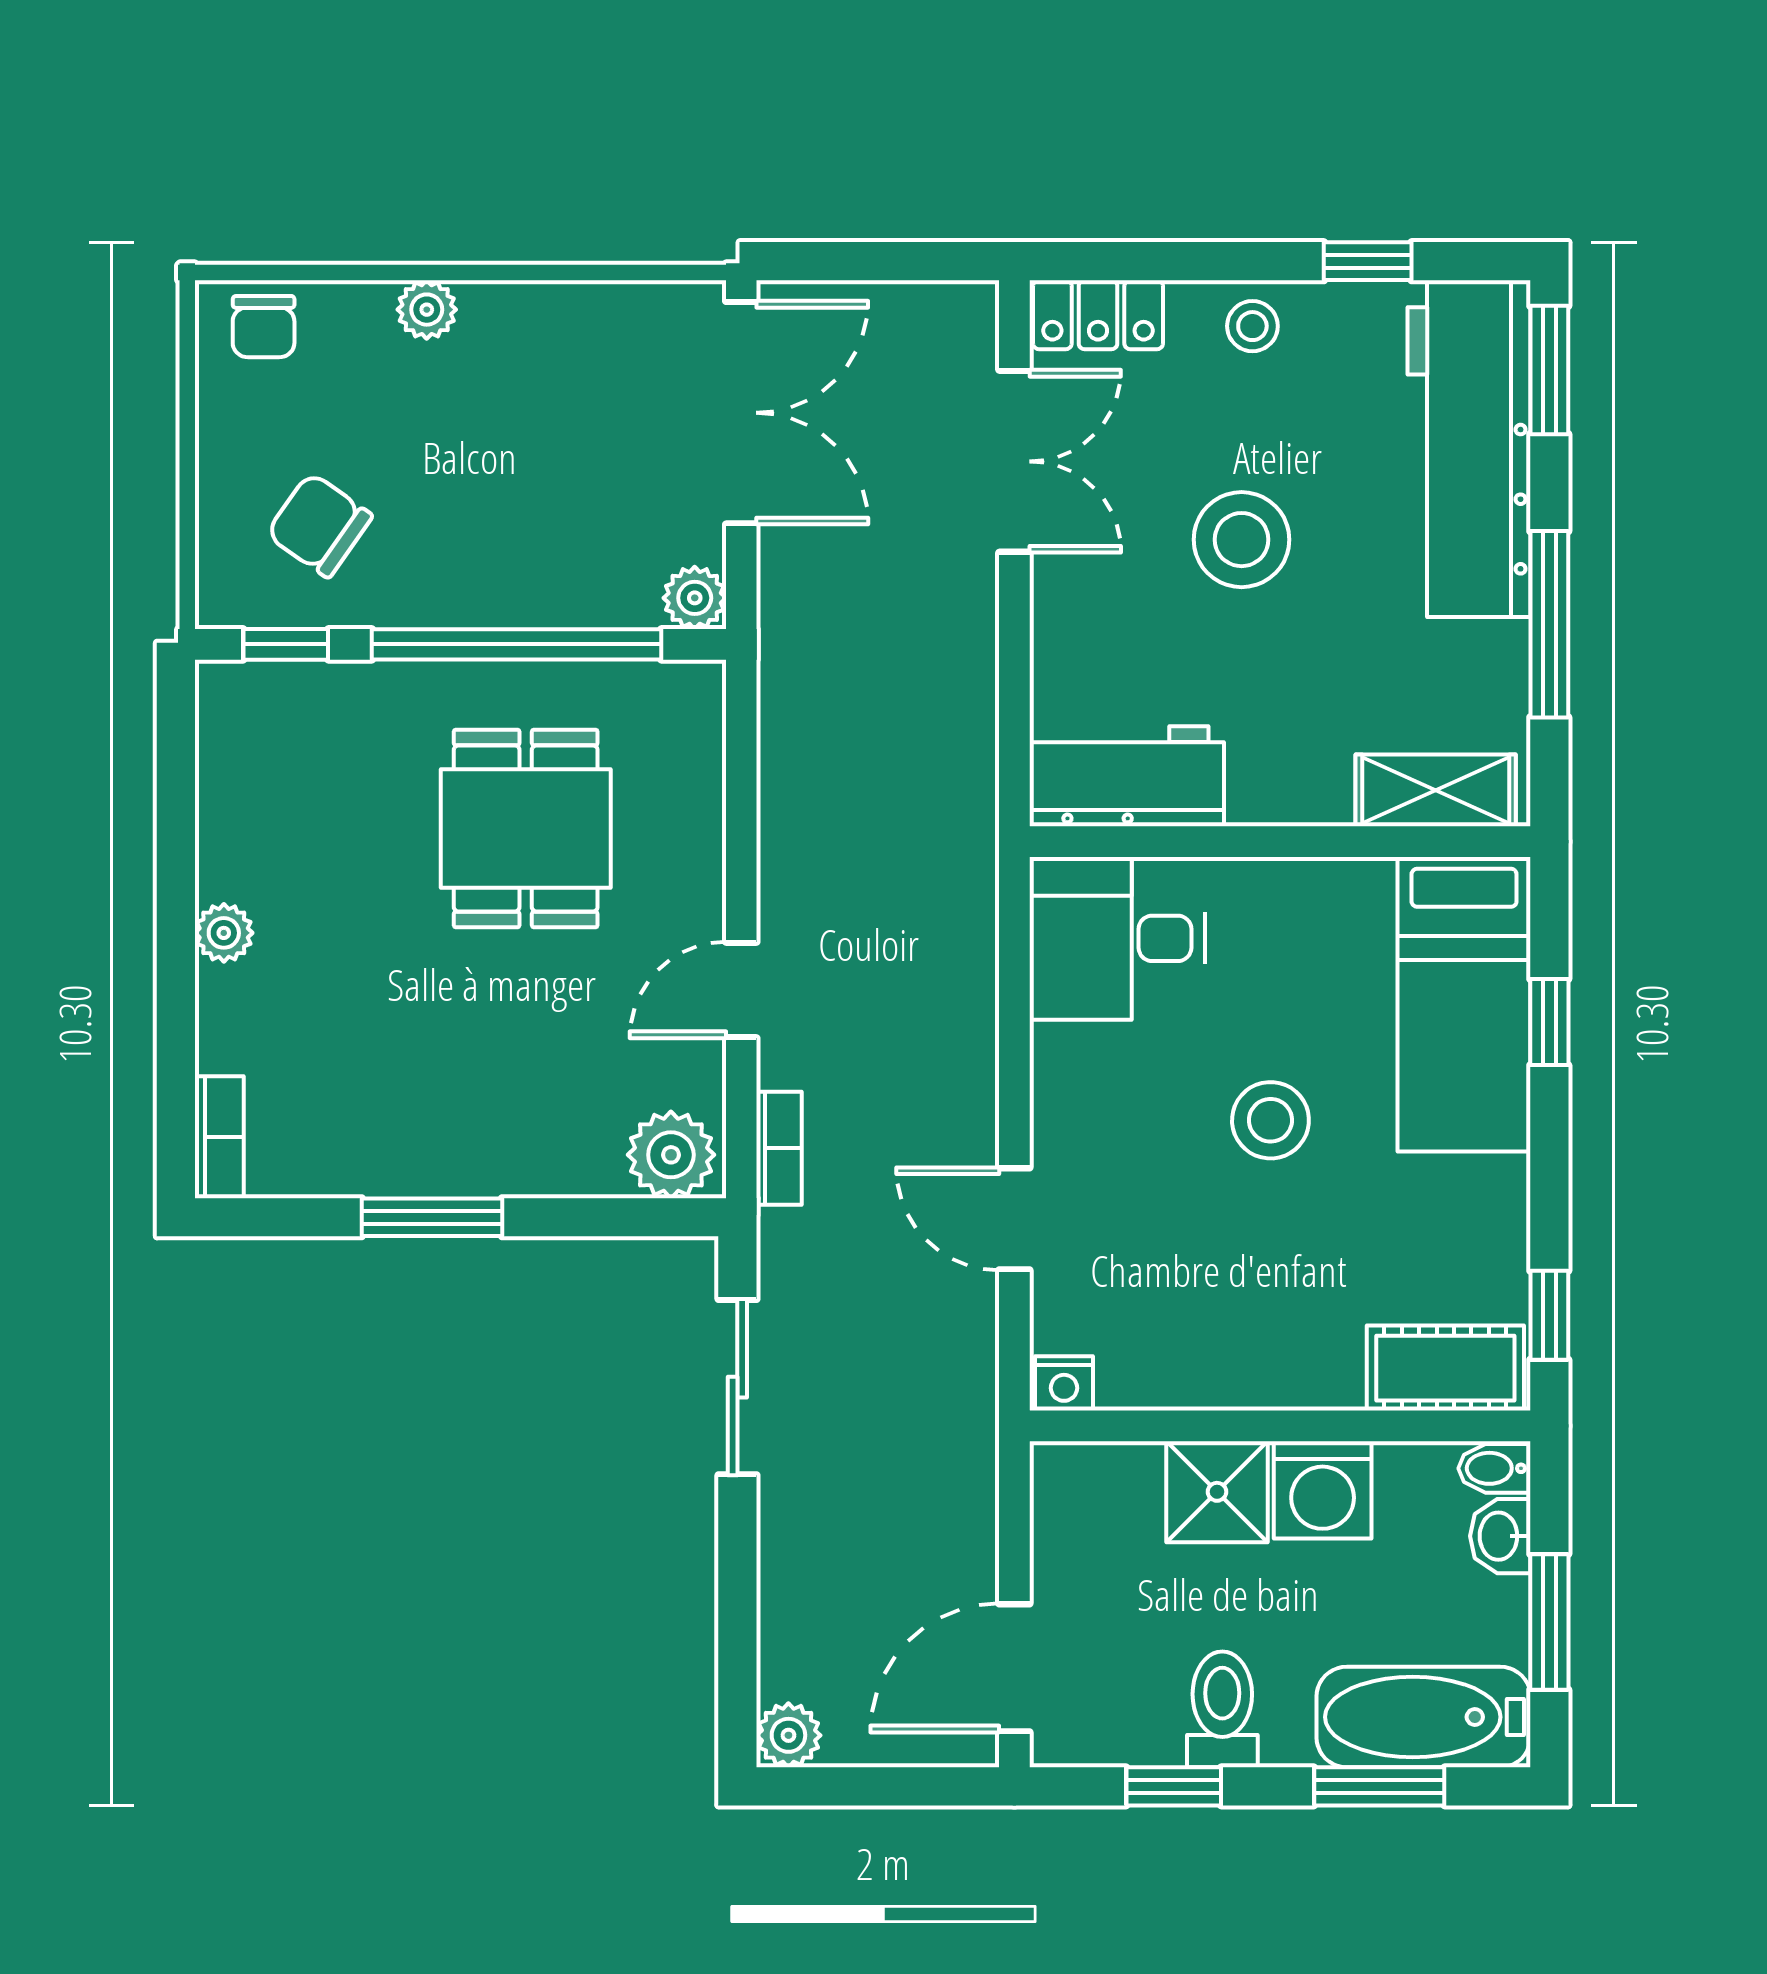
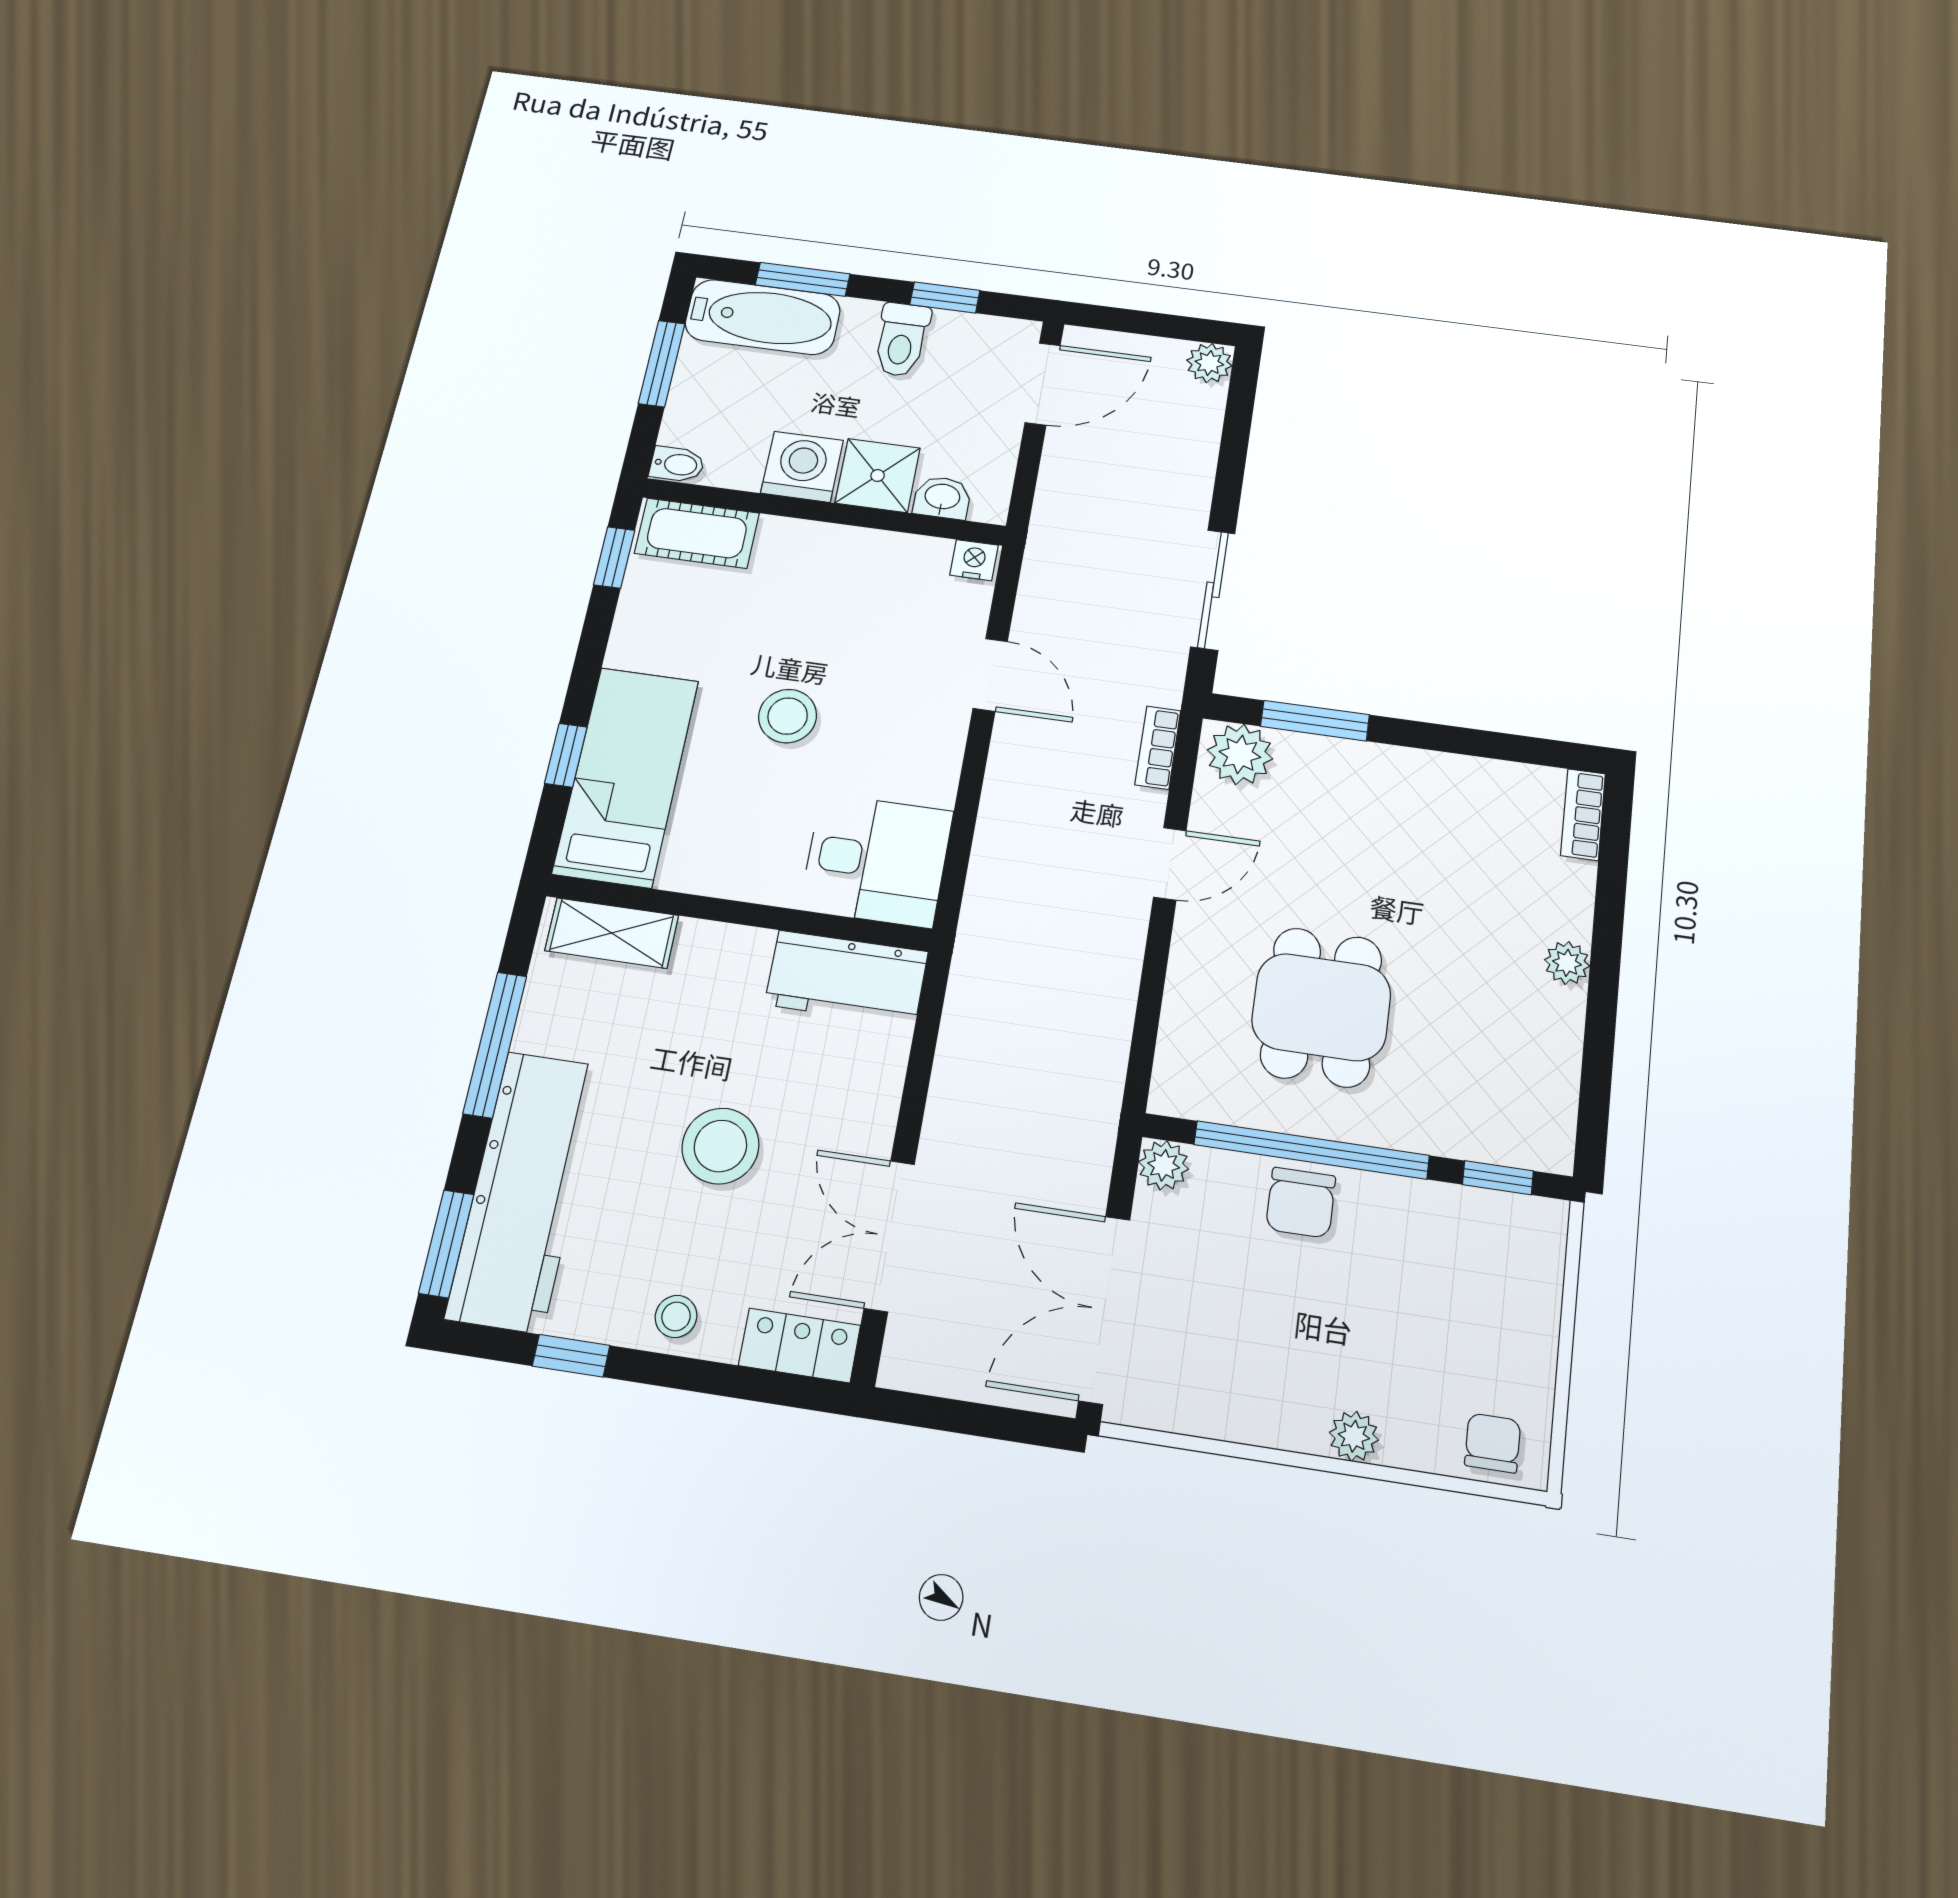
chair: (319, 525) -> (1301, 1203), moved, turned 55
window: (432, 1217) -> (1315, 721), moved
washbasin: (1500, 1536) -> (942, 498), moved, turned -90

